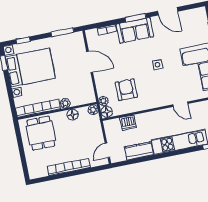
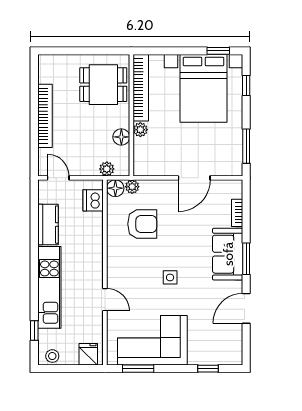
door: (180, 104) -> (105, 300), swing flipped
plant: (93, 110) -> (107, 169), moved
dishwasher: (128, 123) -> (93, 200), moved

